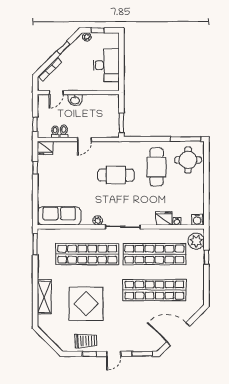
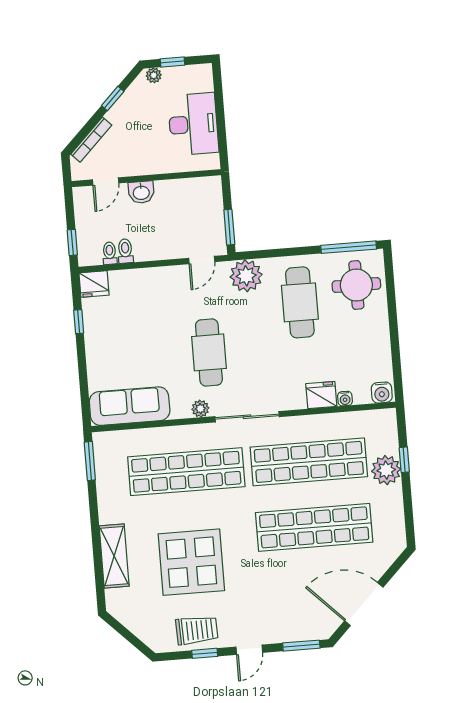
door: (84, 140) -> (202, 260), moved
plant: (128, 150) -> (246, 276), added
cafe table: (116, 175) -> (209, 352), moved, turned 90
plant: (196, 241) -> (386, 470), moved

